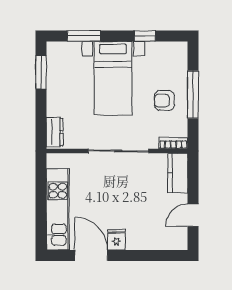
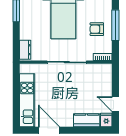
kitchen counter: (178, 173) -> (87, 120), moved, turned 90
door: (193, 215) -> (115, 104), hinge flipped
fridge: (116, 240) -> (106, 120), moved

